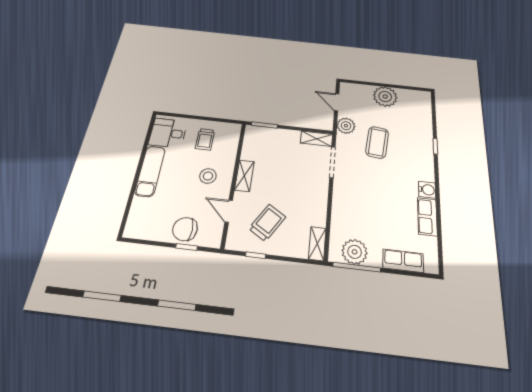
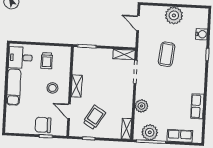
plant: (346, 126) -> (141, 106), moved
water cooler: (427, 190) -> (202, 34), moved

